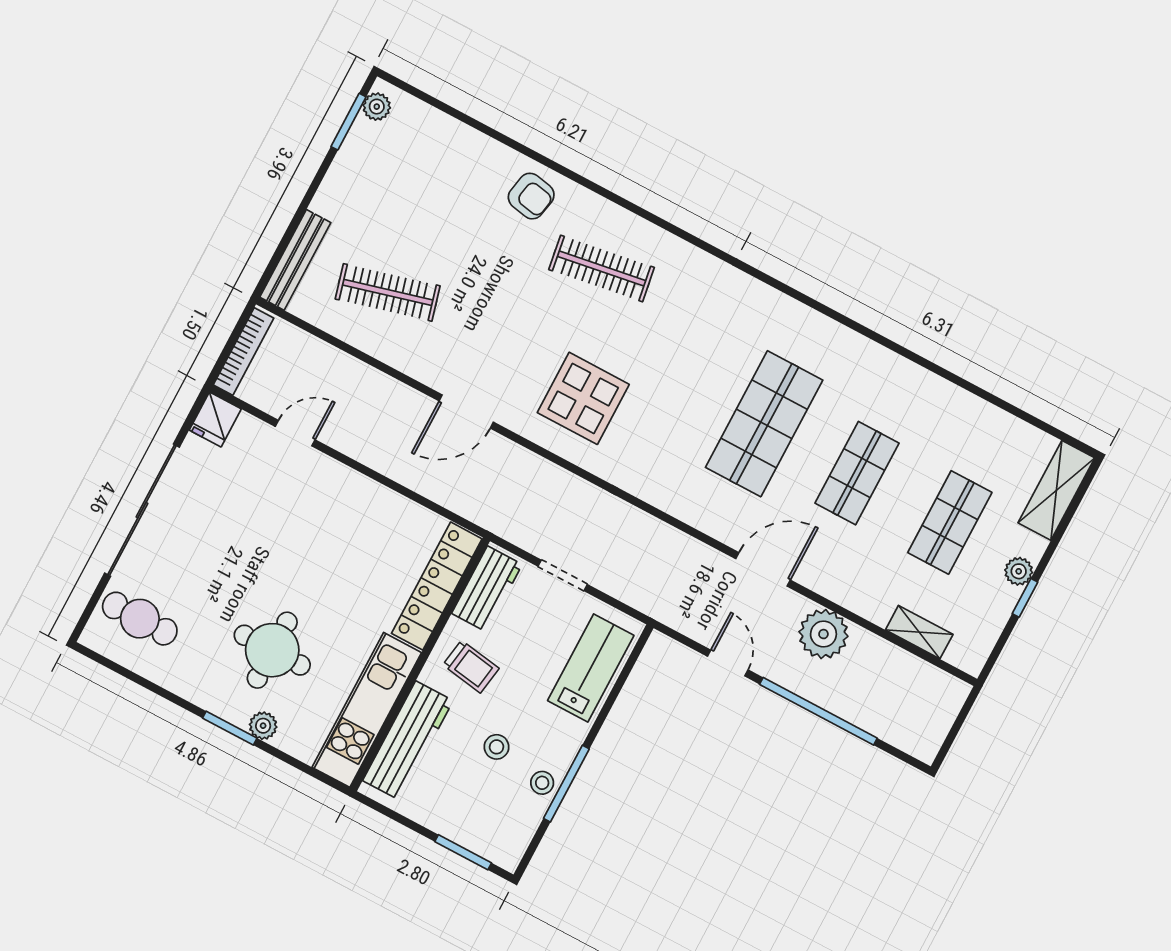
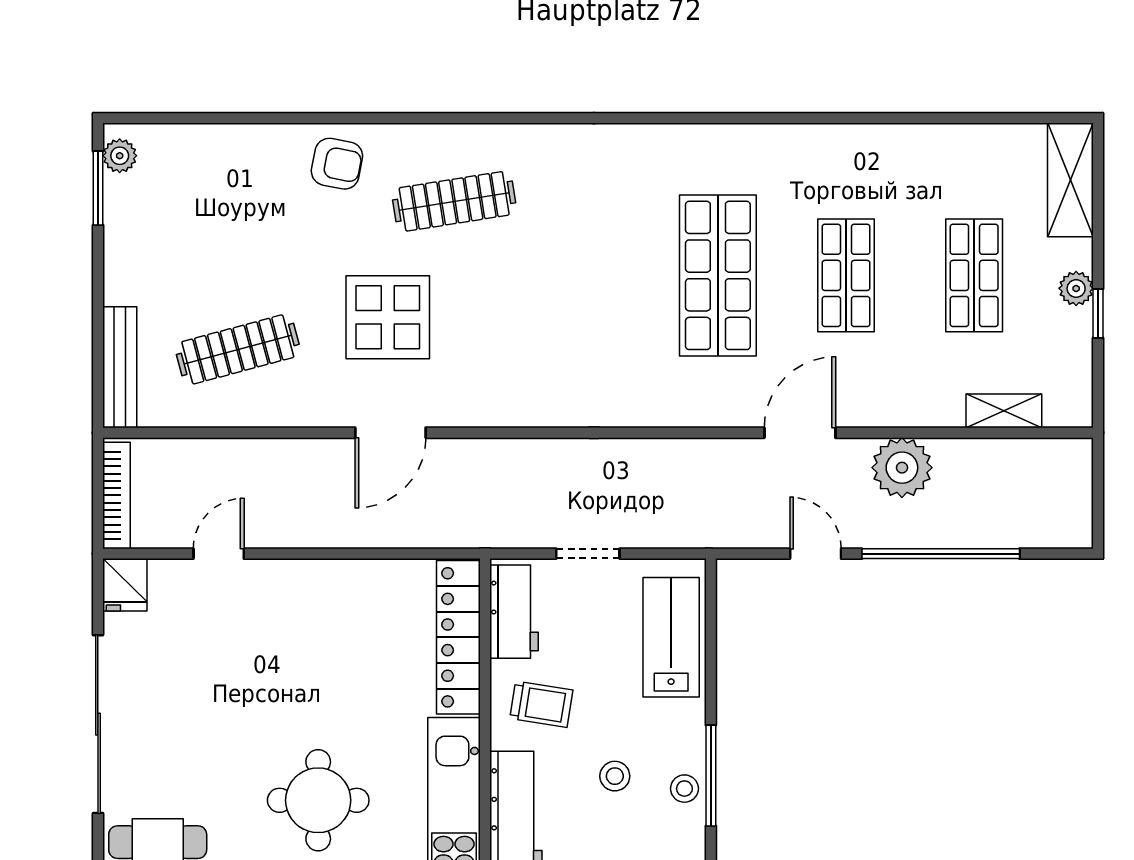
display table: (583, 398) -> (388, 317), moved

